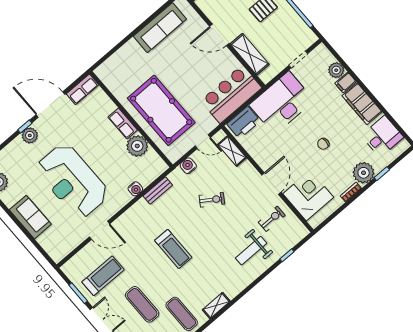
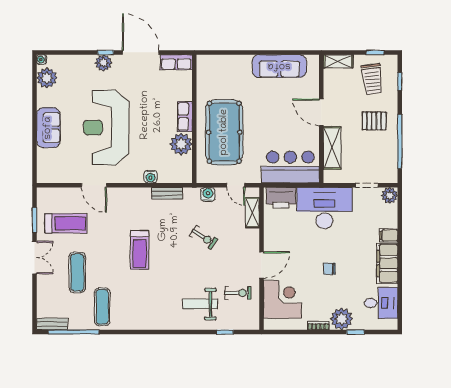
plant: (336, 70) -> (390, 195), moved
shelving: (216, 306) -> (135, 324), removed

